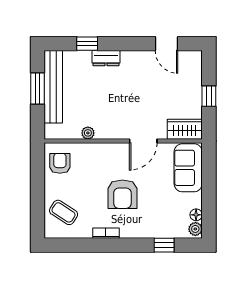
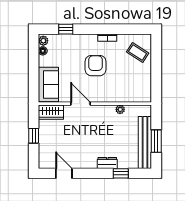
door: (143, 141) -> (81, 104), hinge flipped
armchair: (60, 163) -> (140, 88), removed

